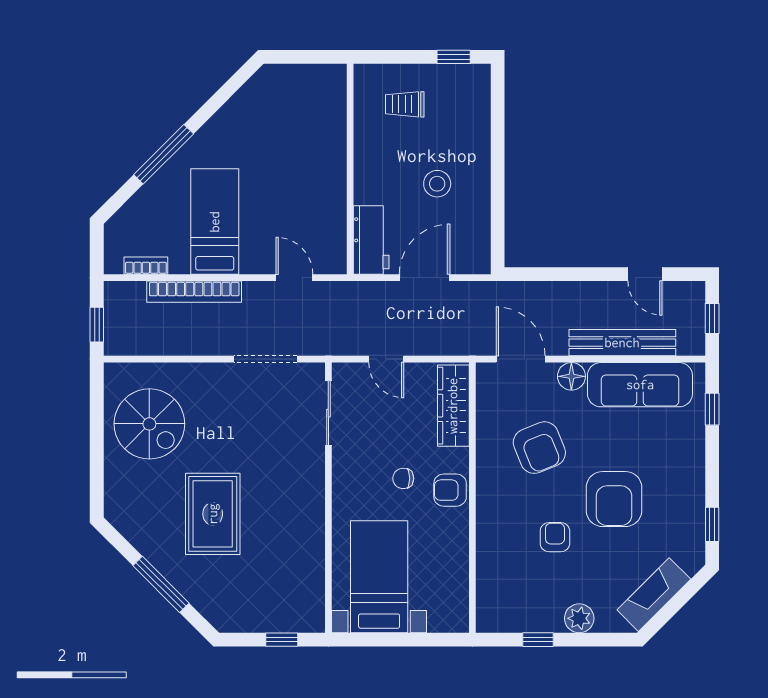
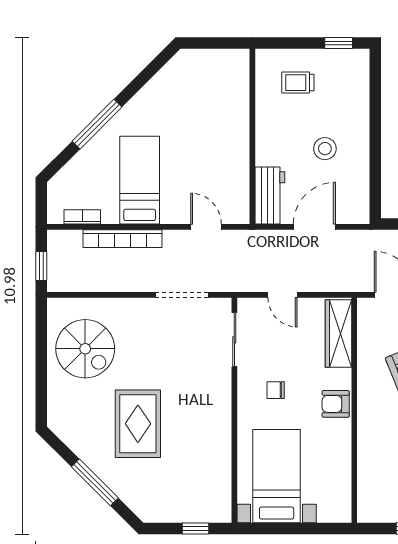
chair: (403, 478) -> (276, 390), moved

